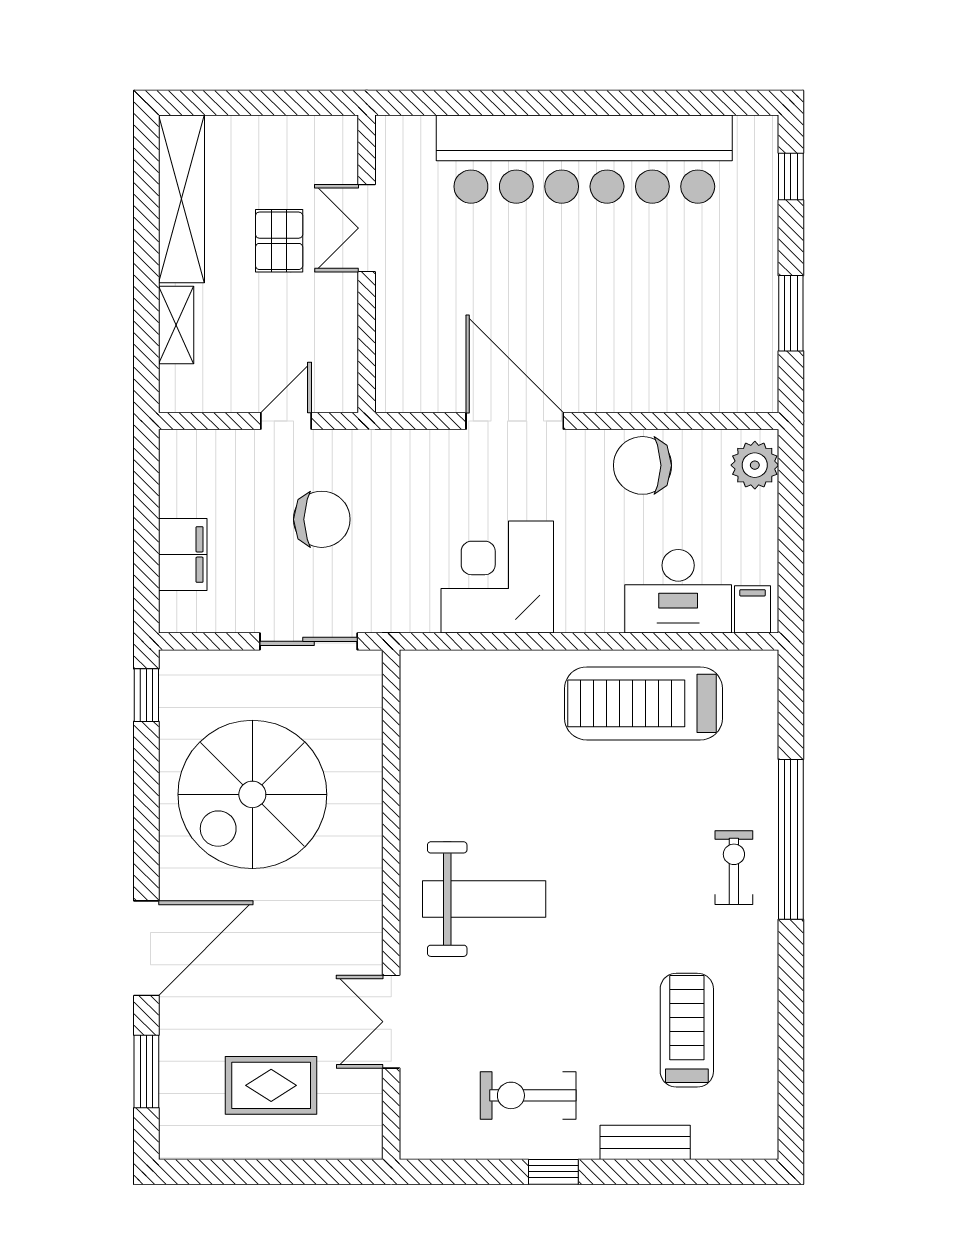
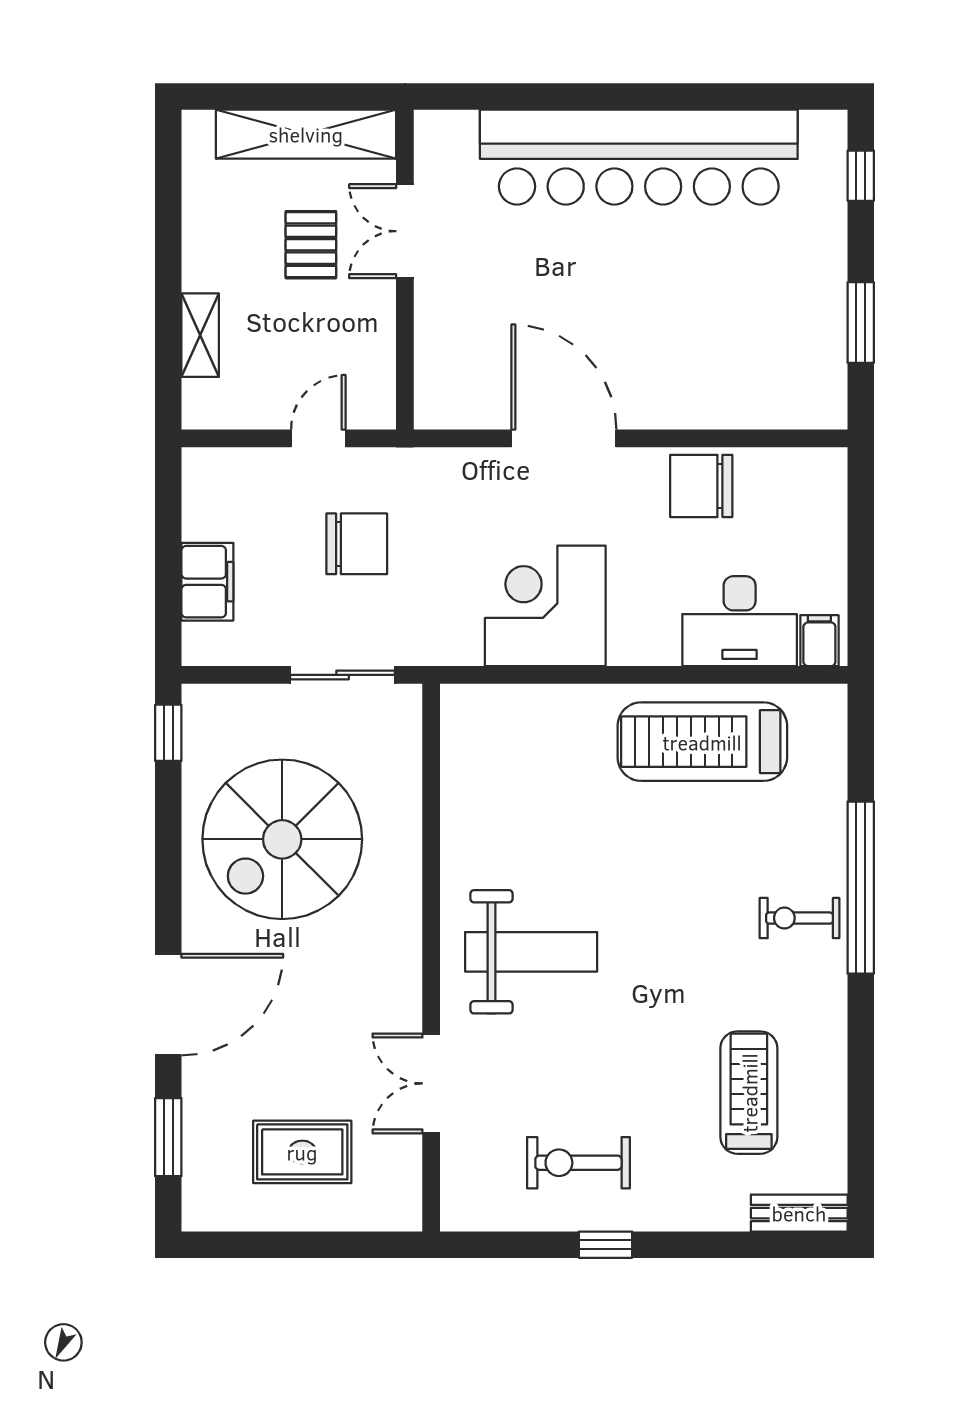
shelving: (181, 199) -> (306, 134), moved, turned 90
plant: (755, 465) -> (822, 486), removed
exercise bike: (734, 868) -> (800, 918), turned -90
bench: (645, 1142) -> (799, 1213), moved

